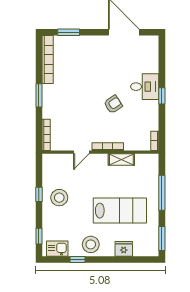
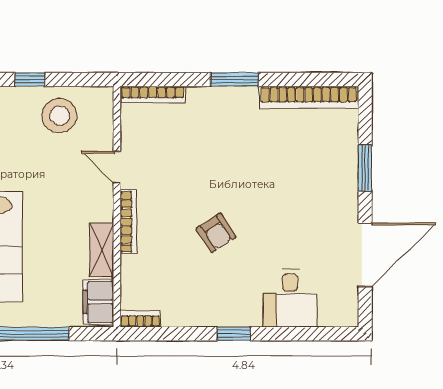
window: (69, 32) -> (365, 168), moved
desk: (145, 87) -> (290, 298), moved
filing cabinet: (146, 161) -> (98, 302), added
stool: (59, 198) -> (60, 116), moved

